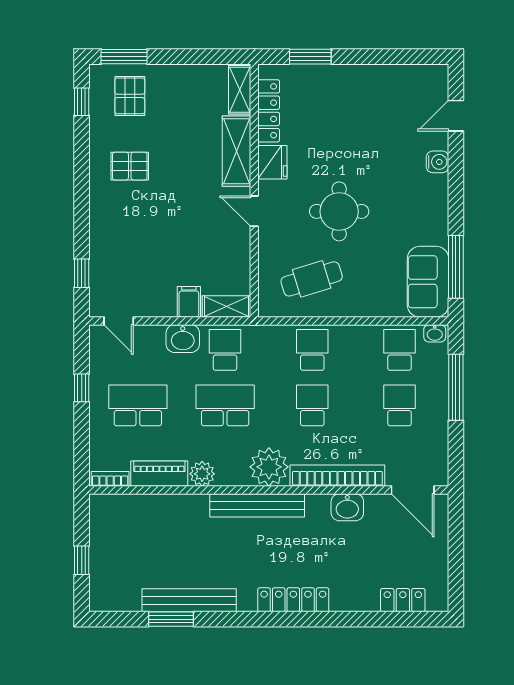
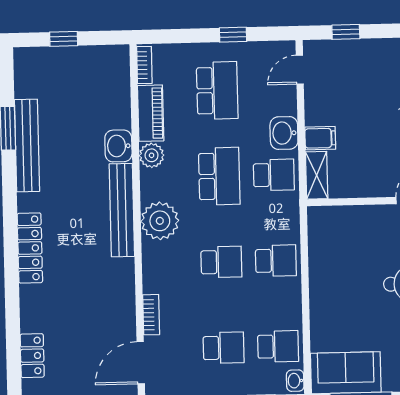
cafe table: (312, 279) -> (346, 258), removed
bookcase: (337, 476) -> (151, 315), width x0.43, depth x0.76
washbasin: (347, 507) -> (118, 146), moved

